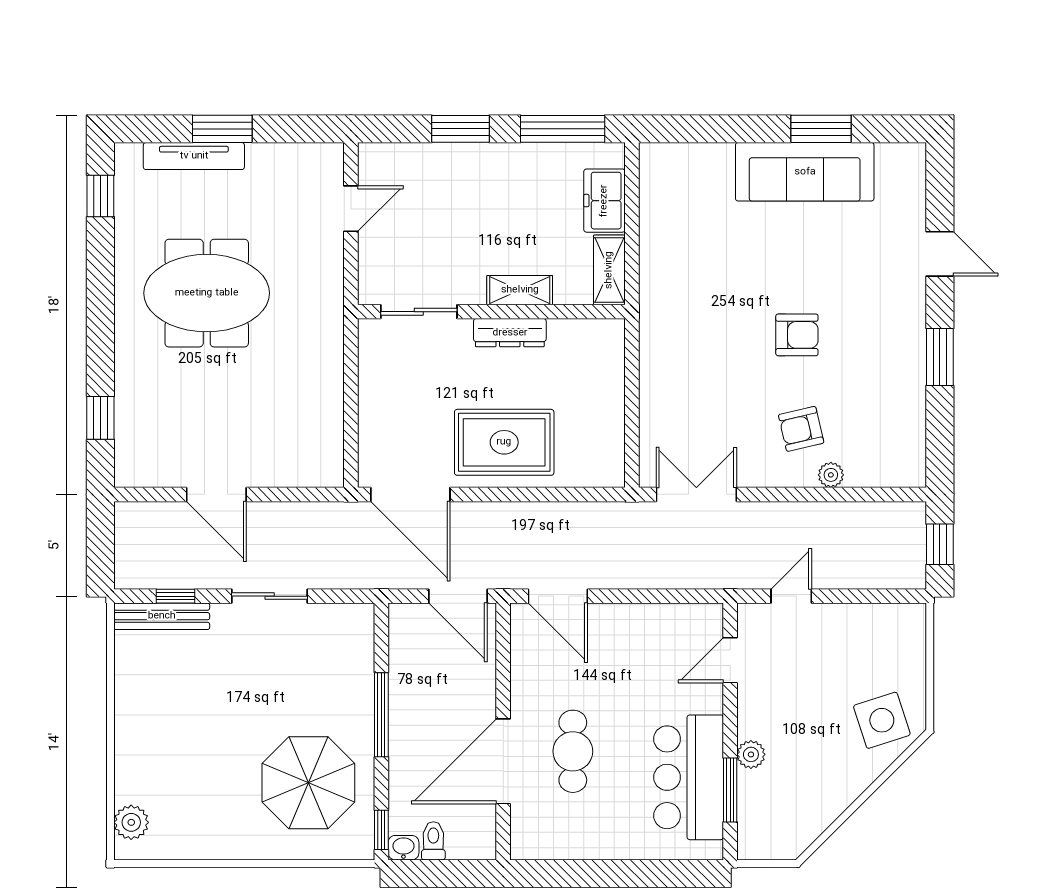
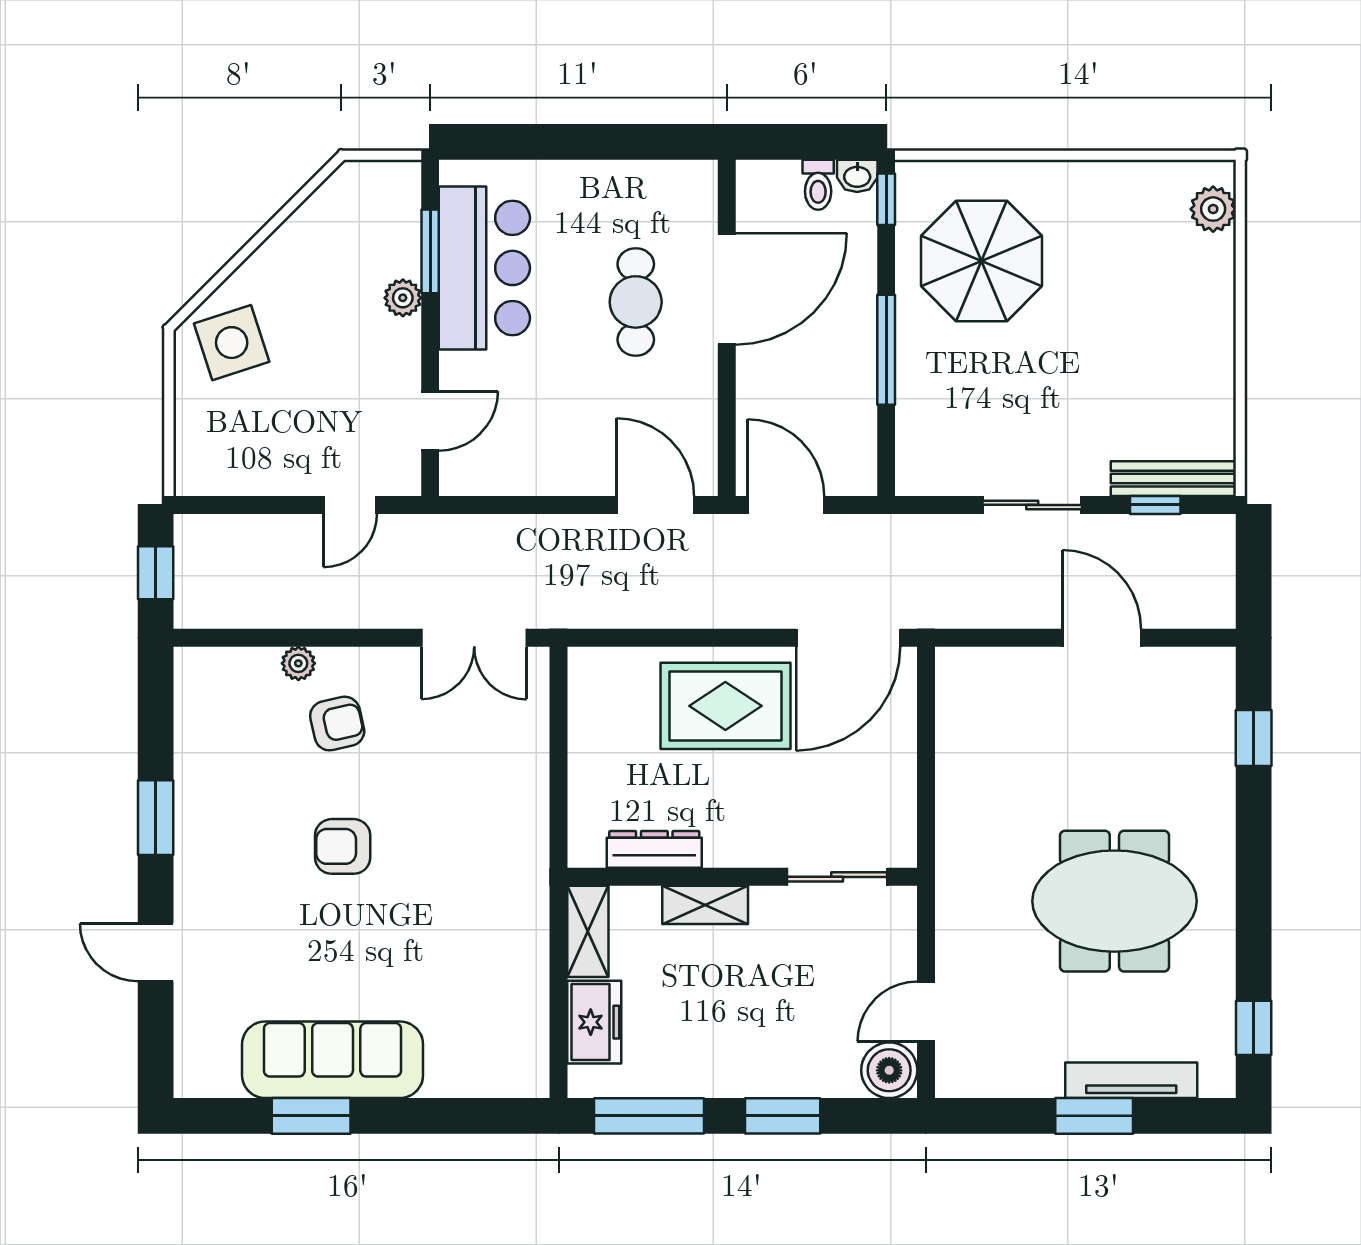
boiler: (379, 164) -> (889, 1070), added
dresser: (510, 333) -> (654, 849), moved
door: (410, 494) -> (848, 638), swing flipped

